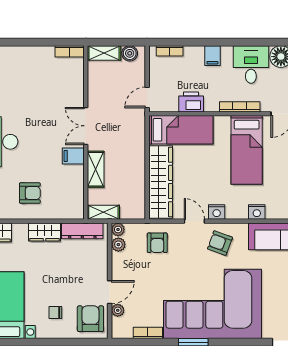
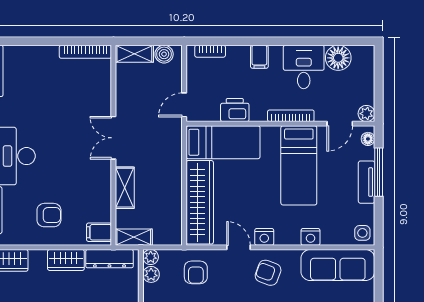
bookcase: (70, 51) -> (85, 52), width x1.56
filing cabinet: (73, 156) -> (99, 232), moved

